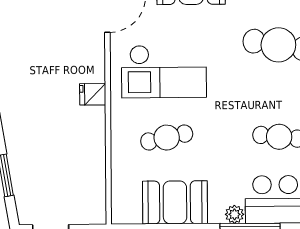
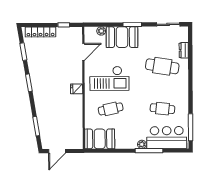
booth: (175, 202) -> (100, 139), moved

